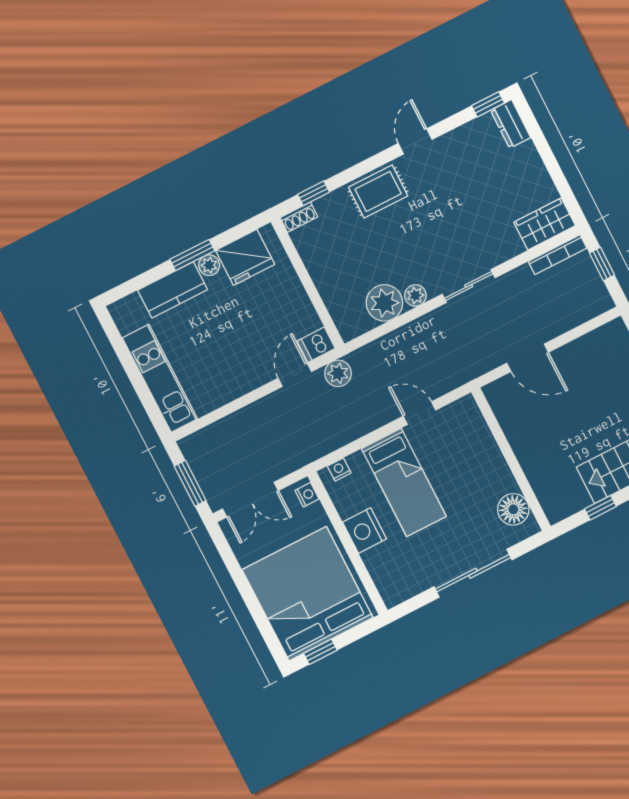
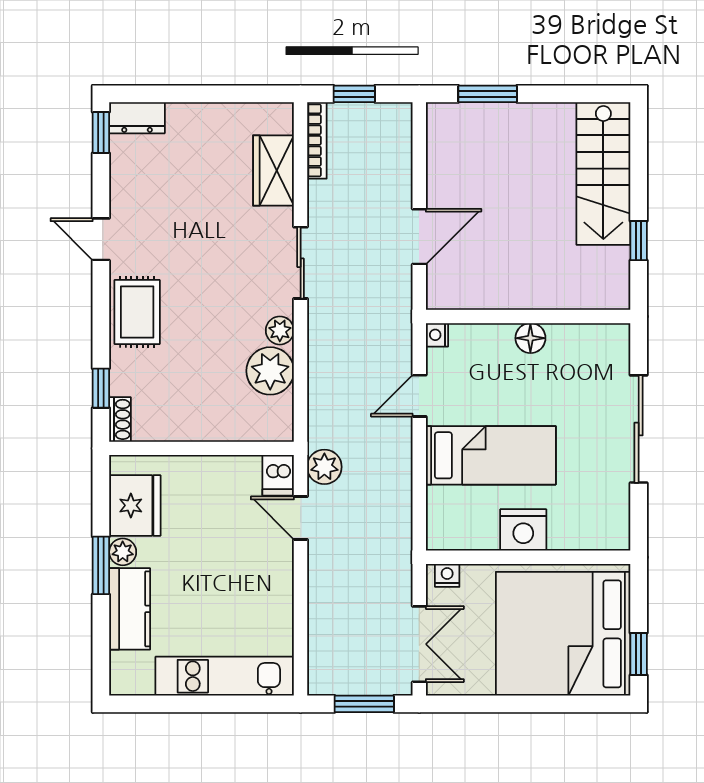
wardrobe: (545, 224) -> (274, 171), moved
nightstand: (339, 469) -> (437, 335), moved
floor lamp: (513, 509) -> (530, 338), moved, width x0.73, depth x0.73

